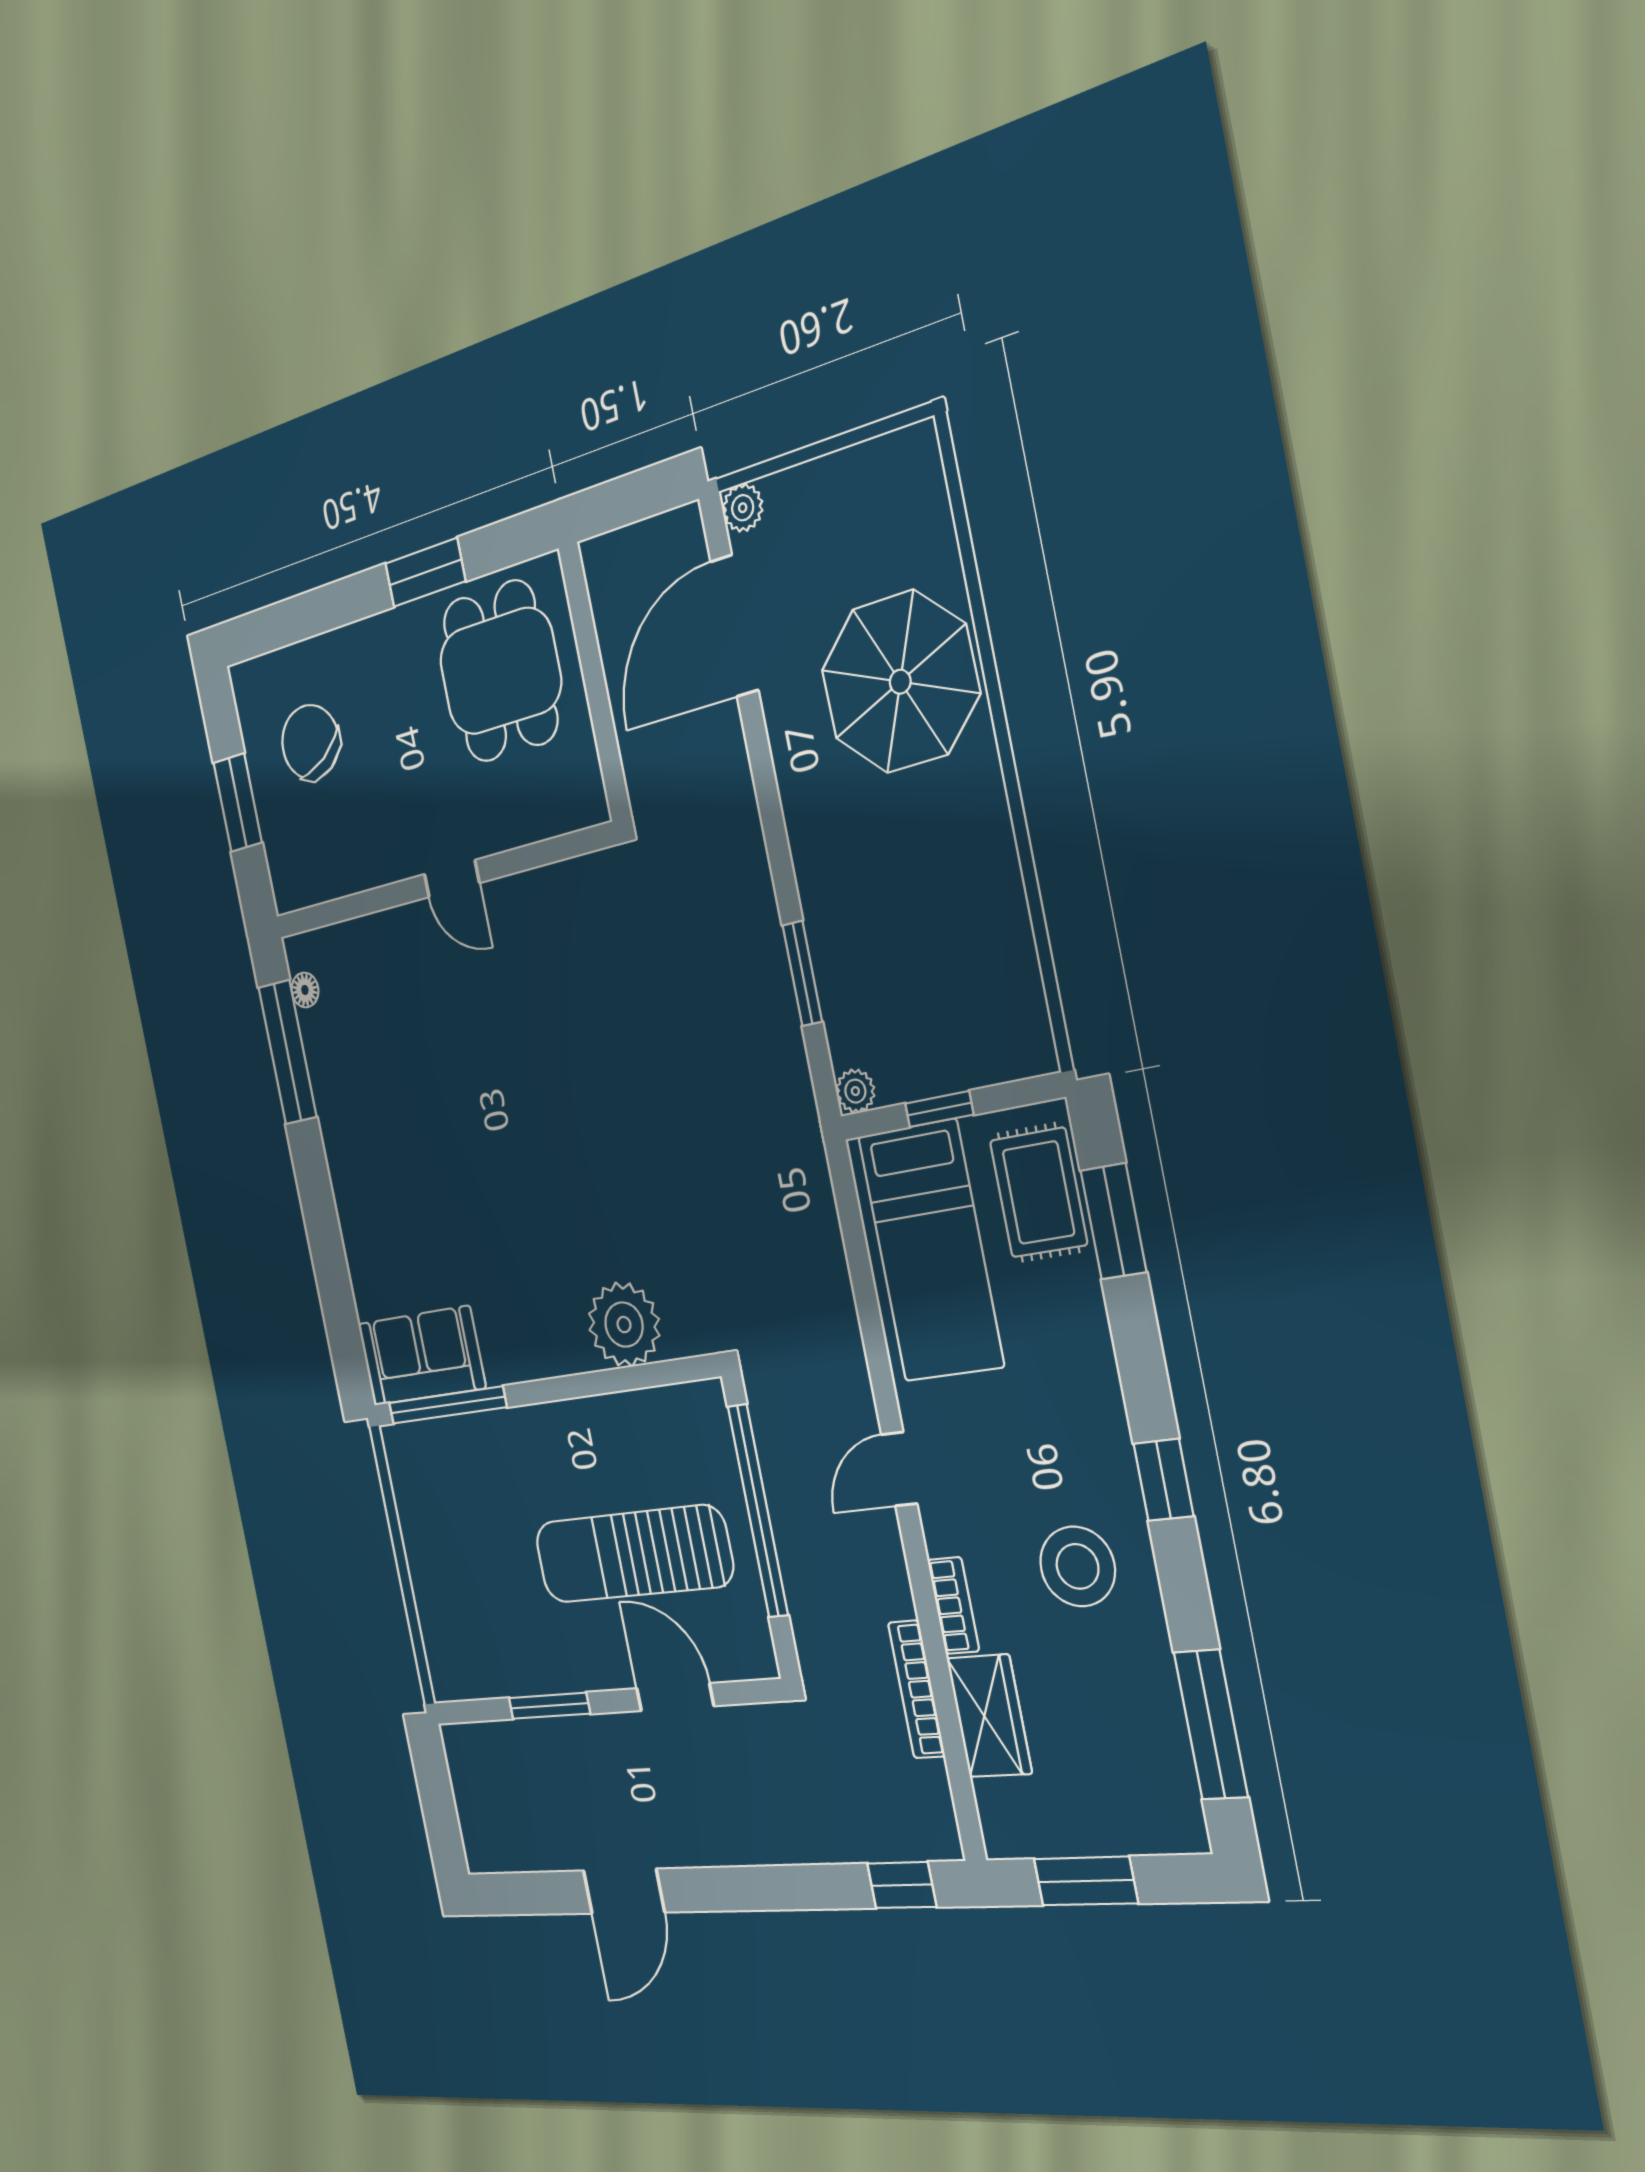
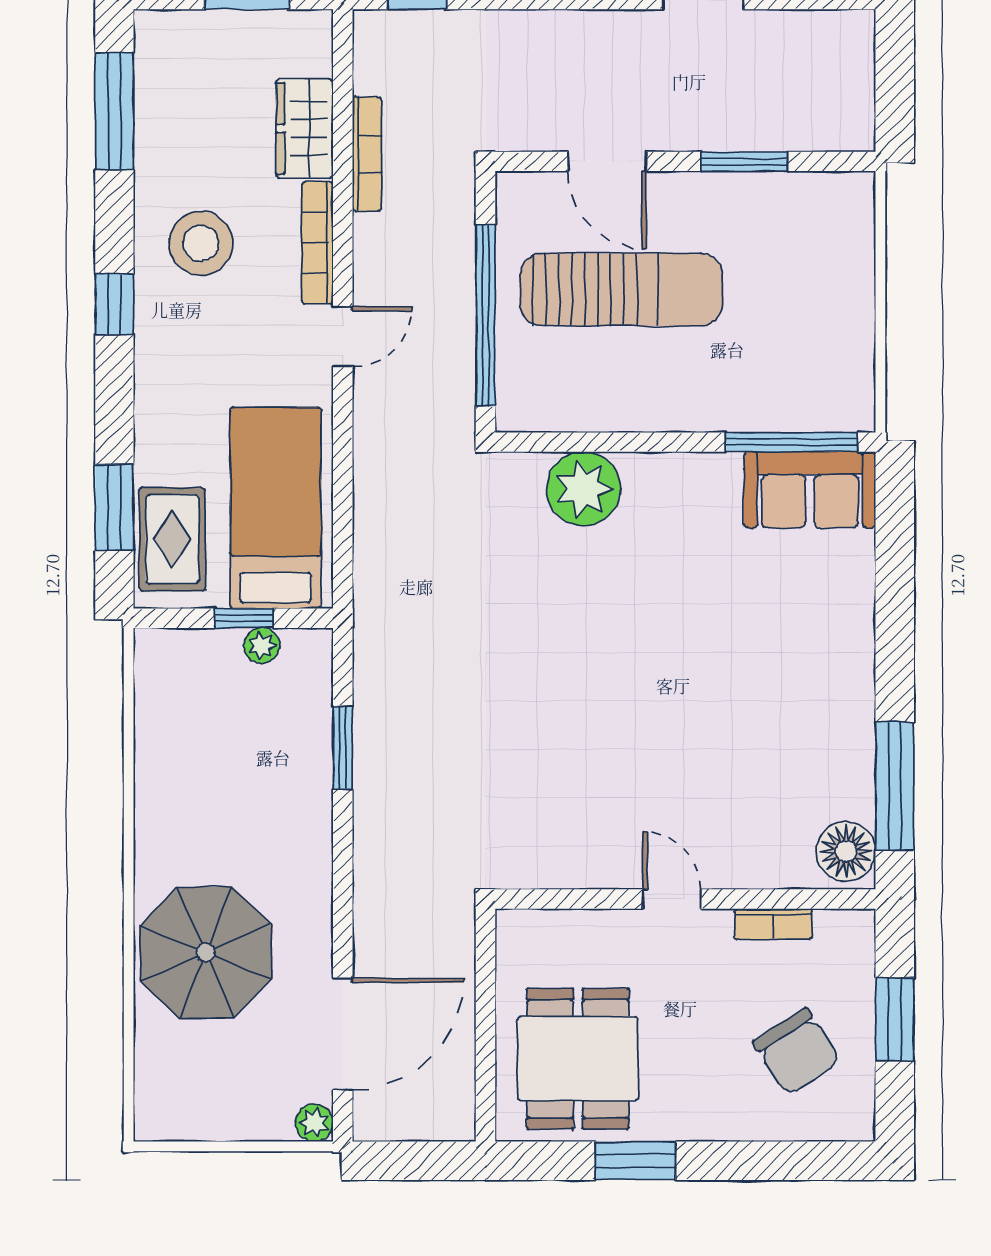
bookcase: (358, 876) -> (773, 924), added
floor lamp: (305, 990) -> (846, 851), width x1.89, depth x1.89
plant: (855, 1091) -> (262, 646), moved
bookcase: (953, 1605) -> (318, 243), width x1.56

